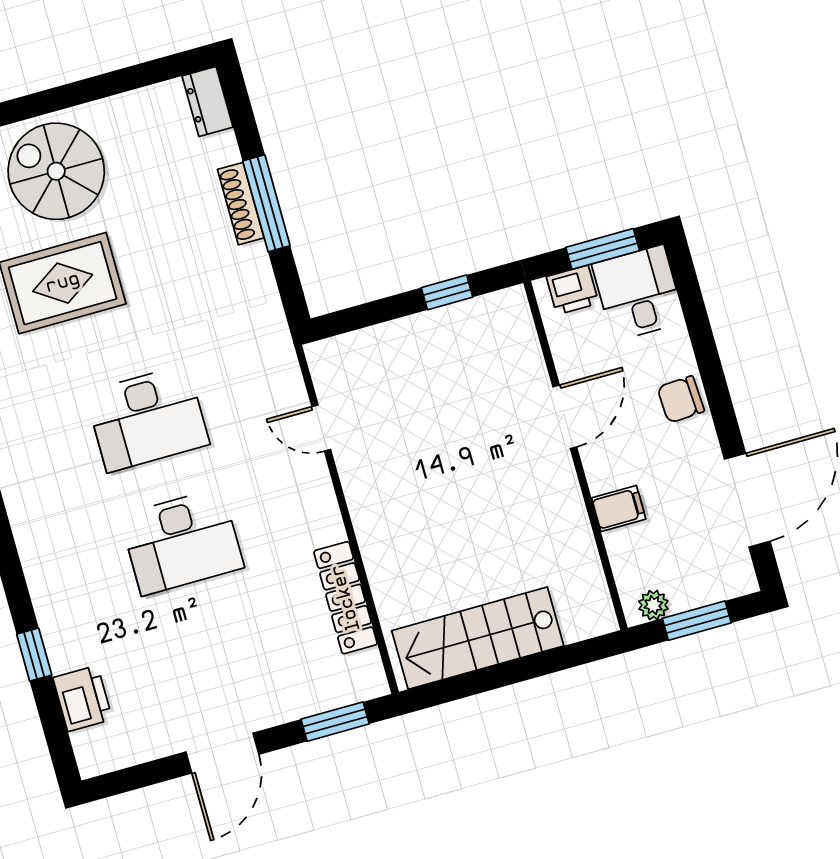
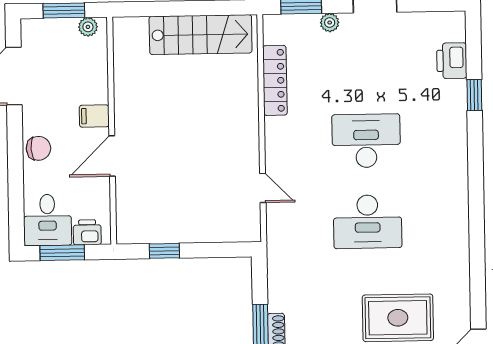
desk: (147, 418) -> (368, 222), turned 180
filing cabinet: (619, 509) -> (94, 116), moved
plant: (285, 708) -> (330, 23), added

